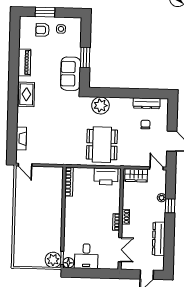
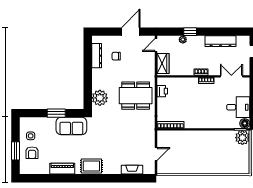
door: (25, 165) -> (156, 154), moved
printer: (106, 176) -> (162, 91), width x0.53, depth x0.68

